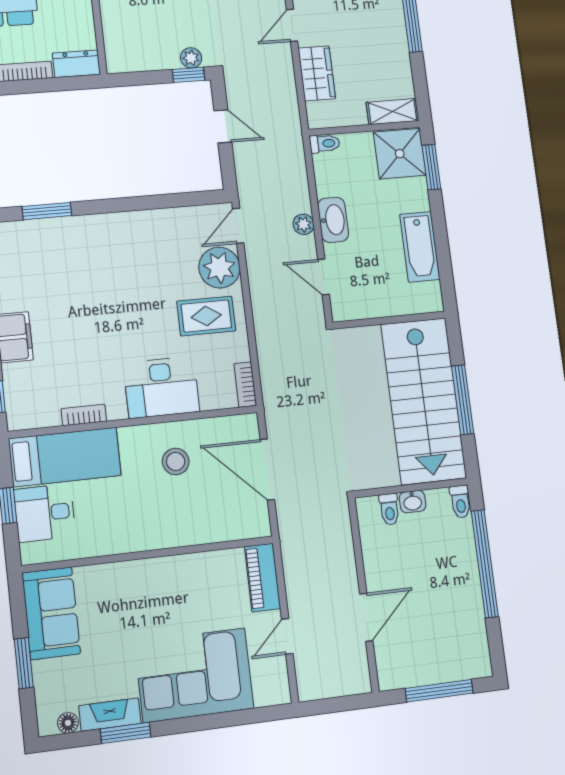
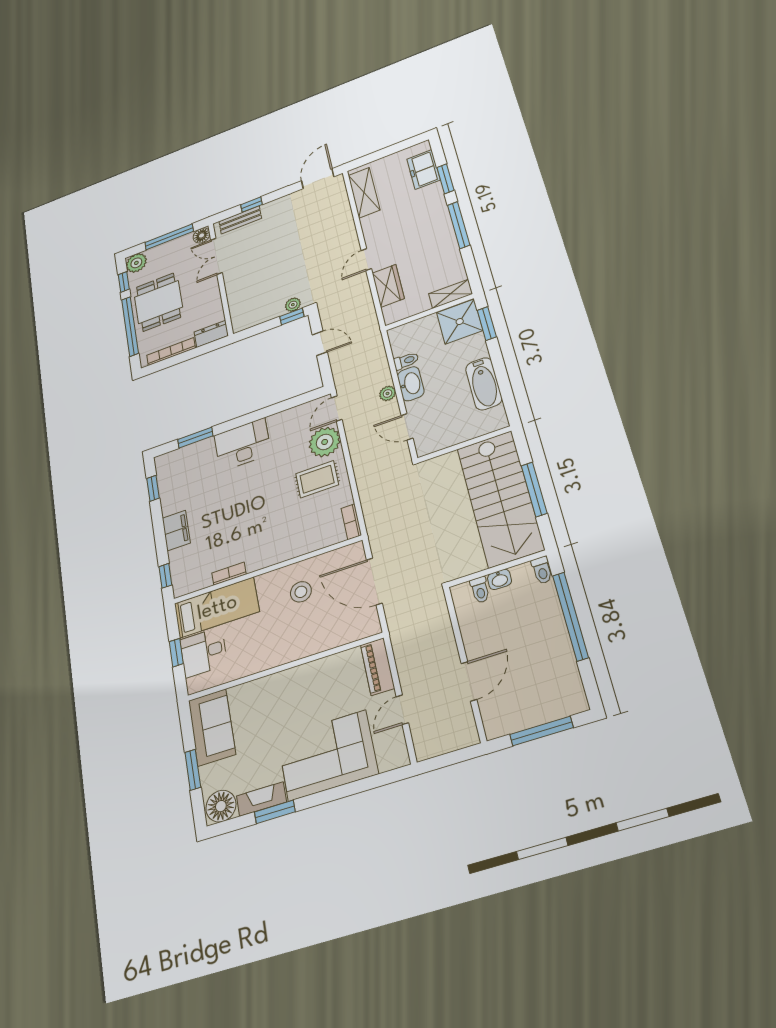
toilet: (325, 144) -> (406, 361), moved
desk: (161, 387) -> (243, 445), moved, turned 180
floor lamp: (68, 723) -> (221, 806), width x1.89, depth x1.89

